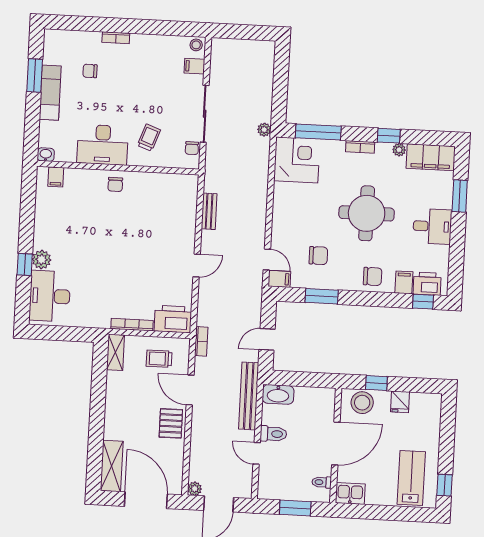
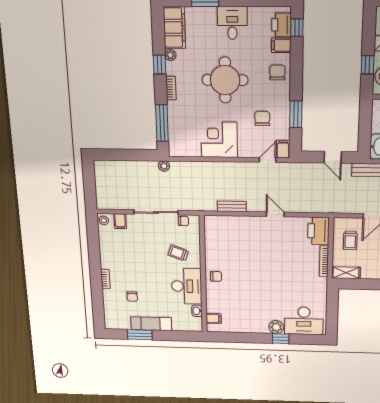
washbasin: (46, 155) -> (197, 311), moved
corner desk: (297, 160) -> (219, 140), moved
bookcase: (201, 341) -> (336, 209), removed

